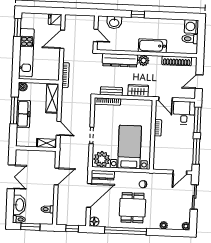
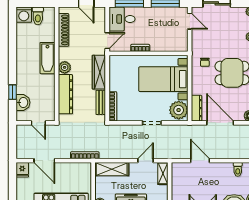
window: (138, 14) -> (13, 92), moved
door: (96, 35) -> (38, 123), swing flipped
wardrobe: (138, 91) -> (99, 72), width x1.50

